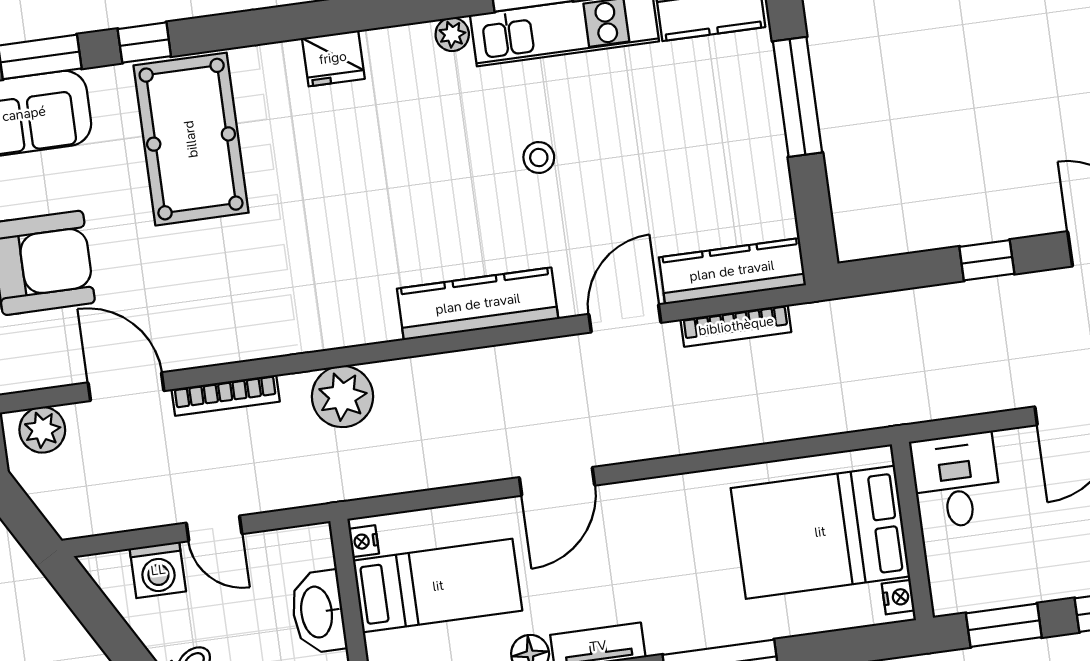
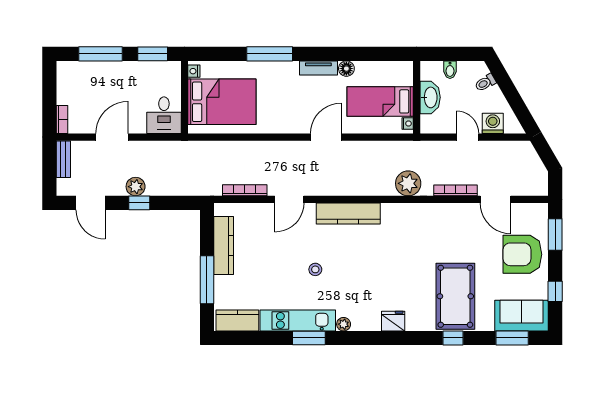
window: (144, 43) -> (453, 338), moved
kitchen counter: (732, 271) -> (224, 246), moved, turned -90
plant: (42, 430) -> (136, 187), moved

